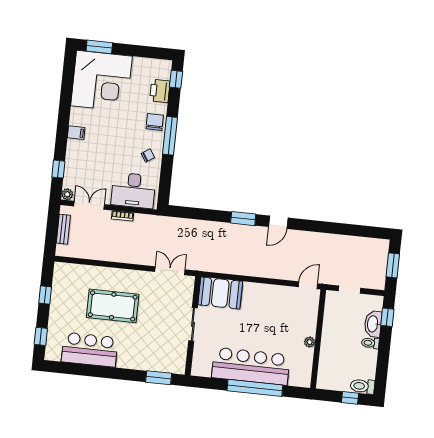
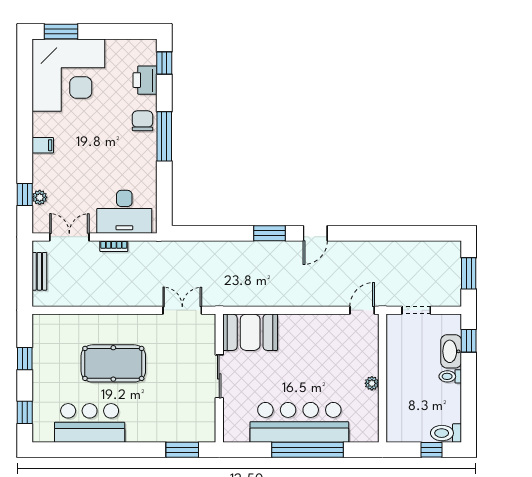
chair: (148, 155) -> (138, 165), removed
plant: (67, 194) -> (40, 197), moved

